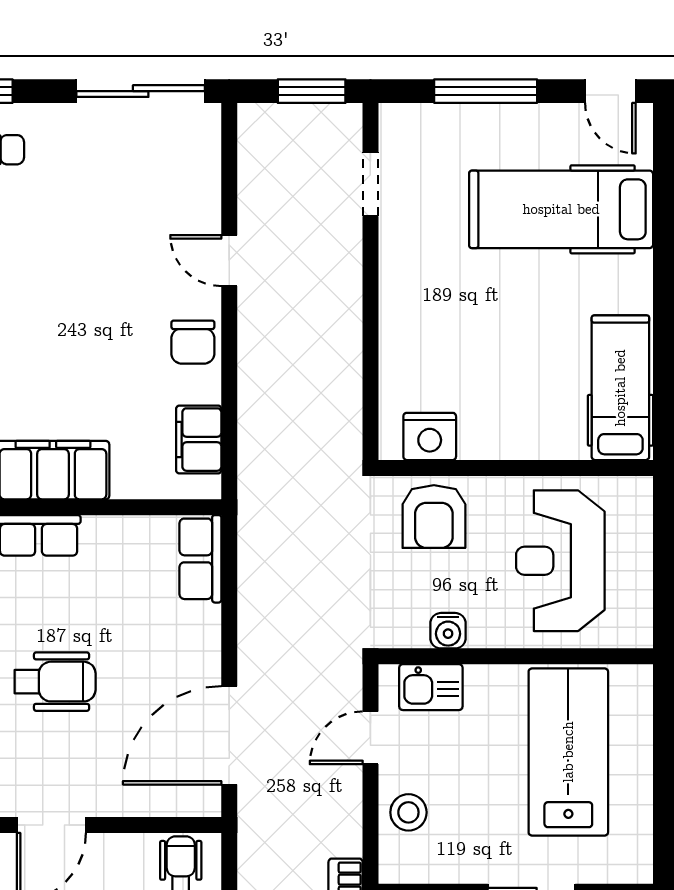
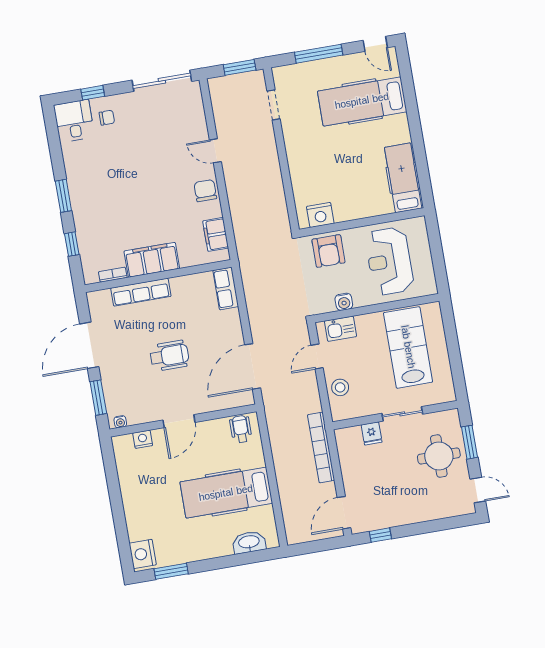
chair: (193, 342) -> (205, 191), turned 180

